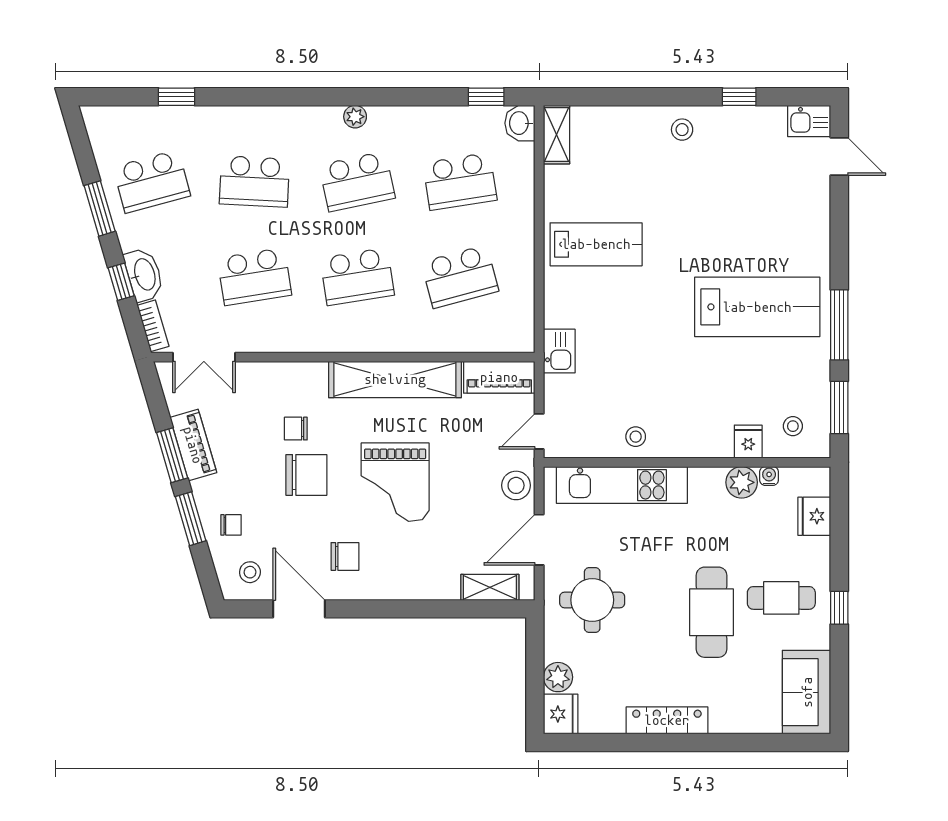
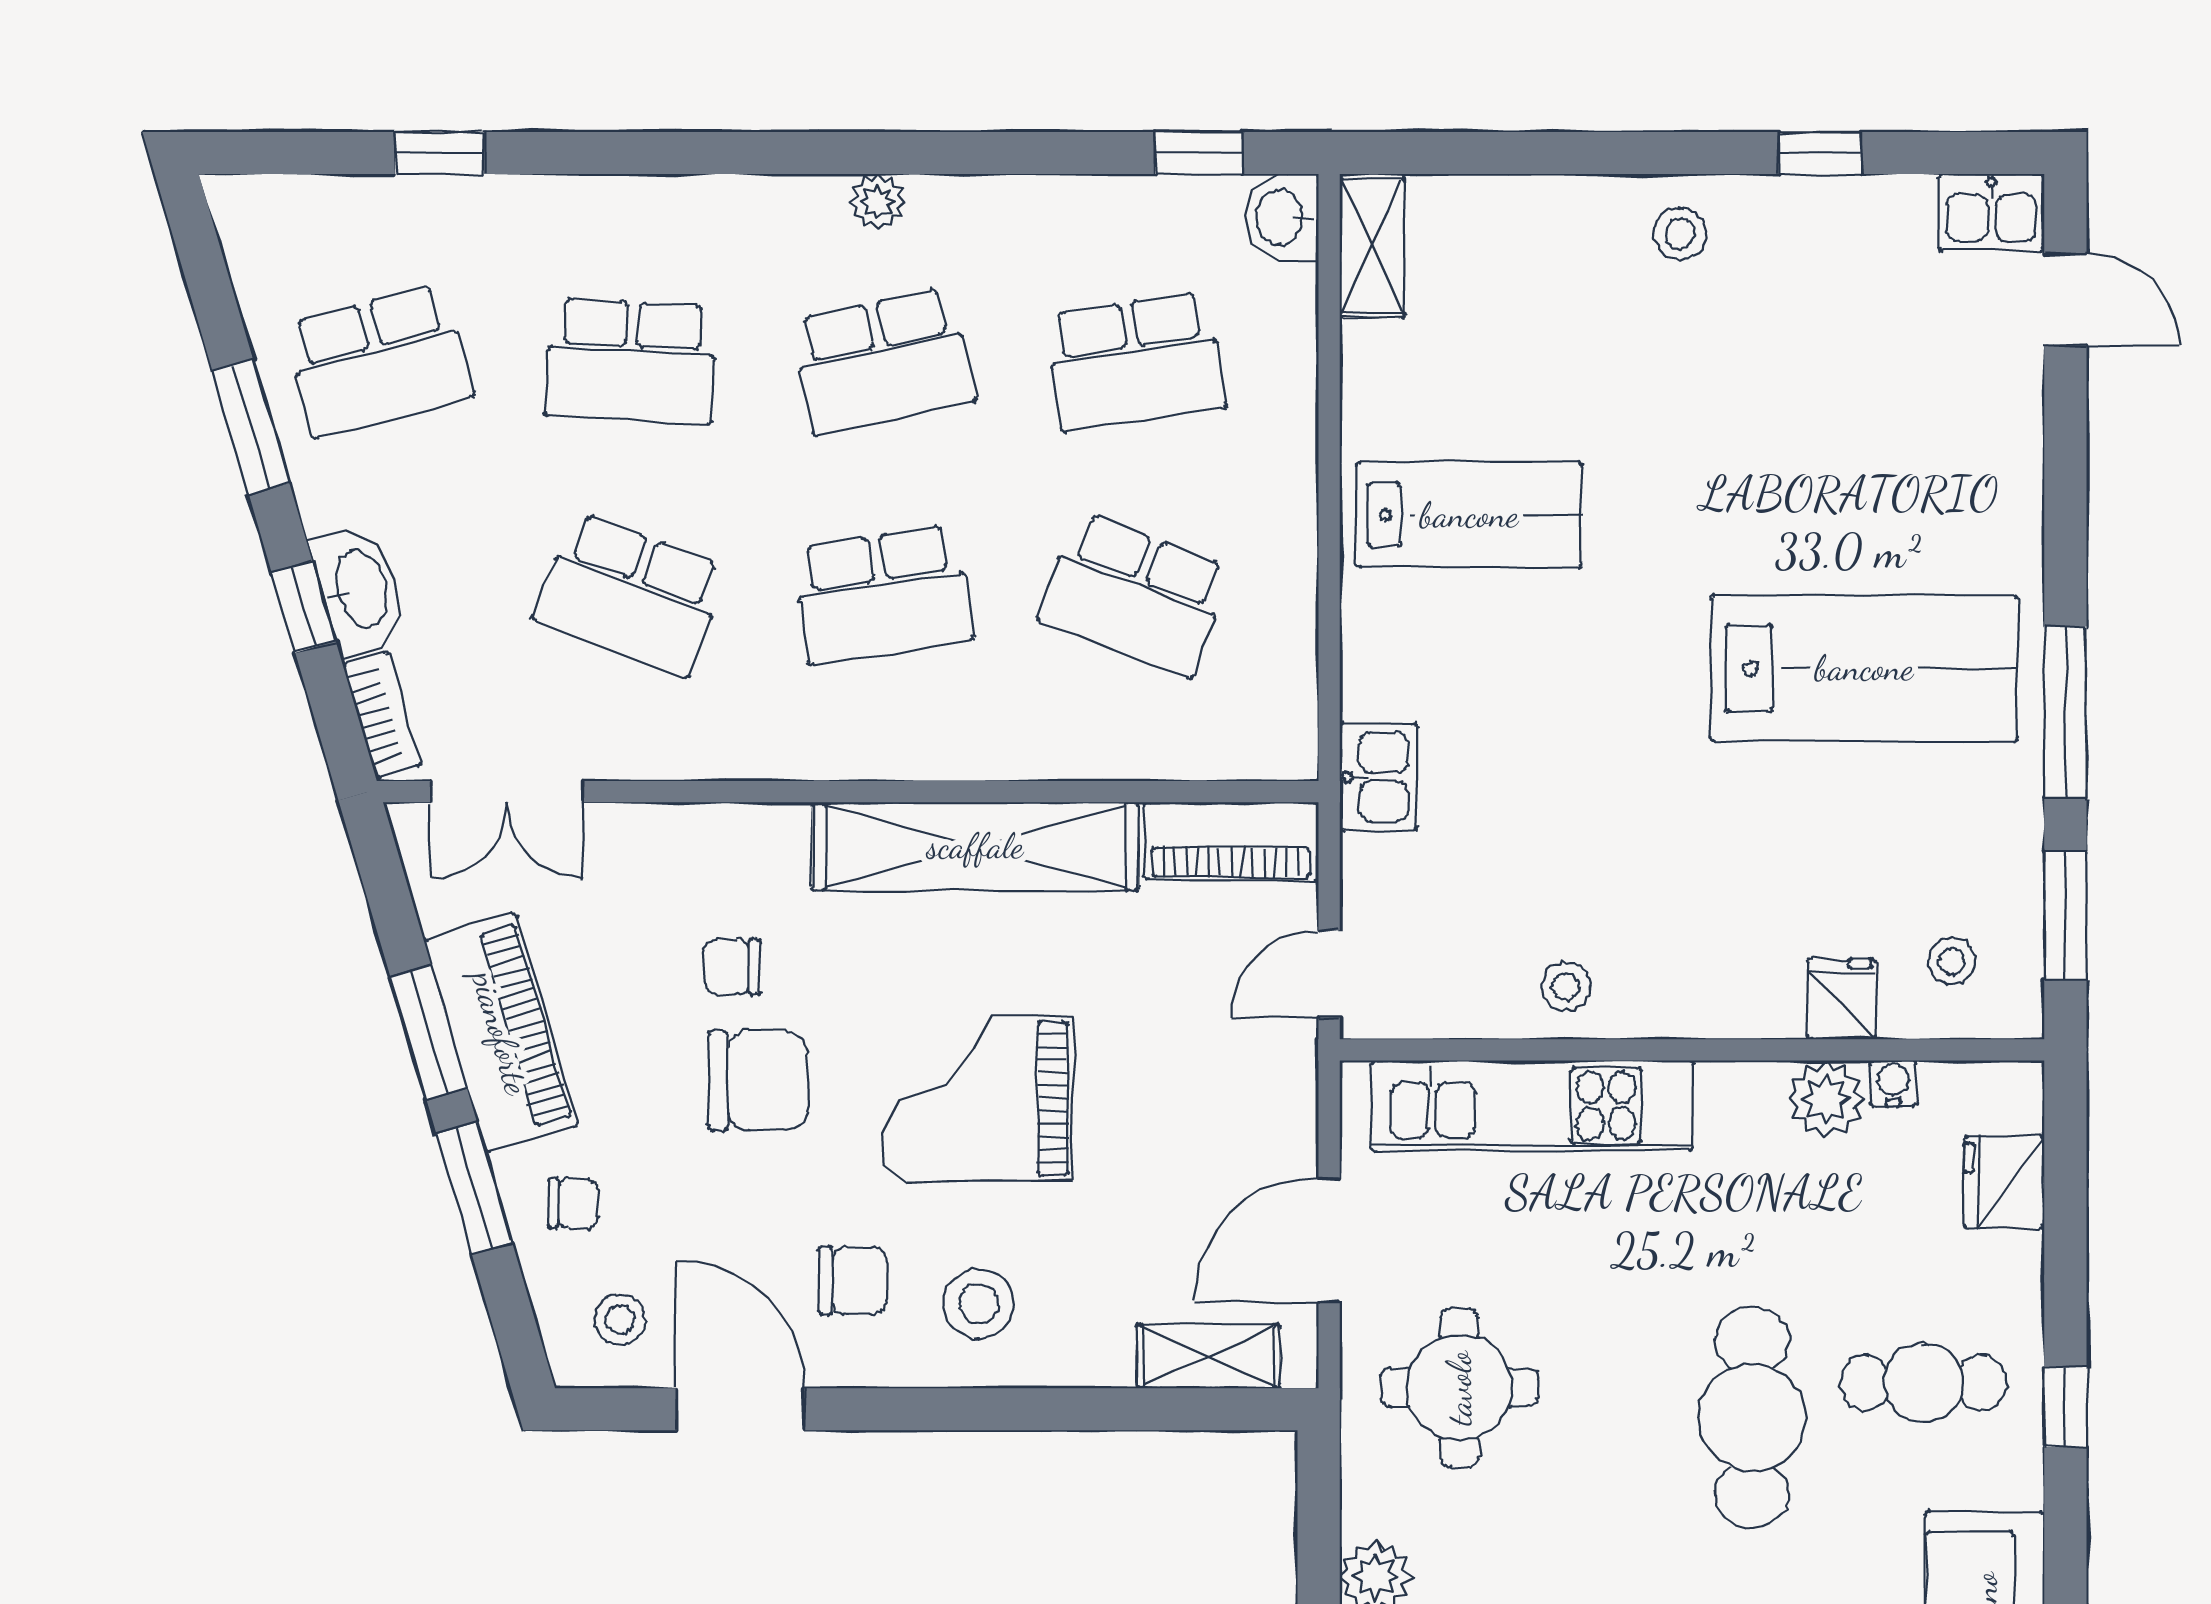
school desk: (254, 277) -> (631, 594), turned 30
school desk: (460, 277) -> (1135, 594), turned 36
piano: (193, 445) -> (501, 1033), width x1.37, depth x1.33
grand piano: (395, 482) -> (976, 1098), turned 90
stool: (516, 485) -> (979, 1304), moved

